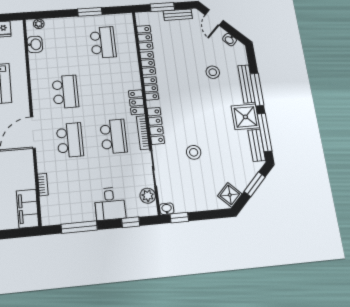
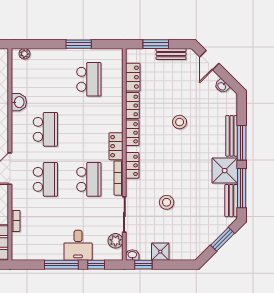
washbasin: (35, 44) -> (19, 102), moved
stool: (213, 72) -> (180, 122), moved
locker: (156, 126) -> (132, 165), width x0.66
shower: (230, 195) -> (160, 252), moved, turned 45
window: (79, 227) -> (61, 265), moved

